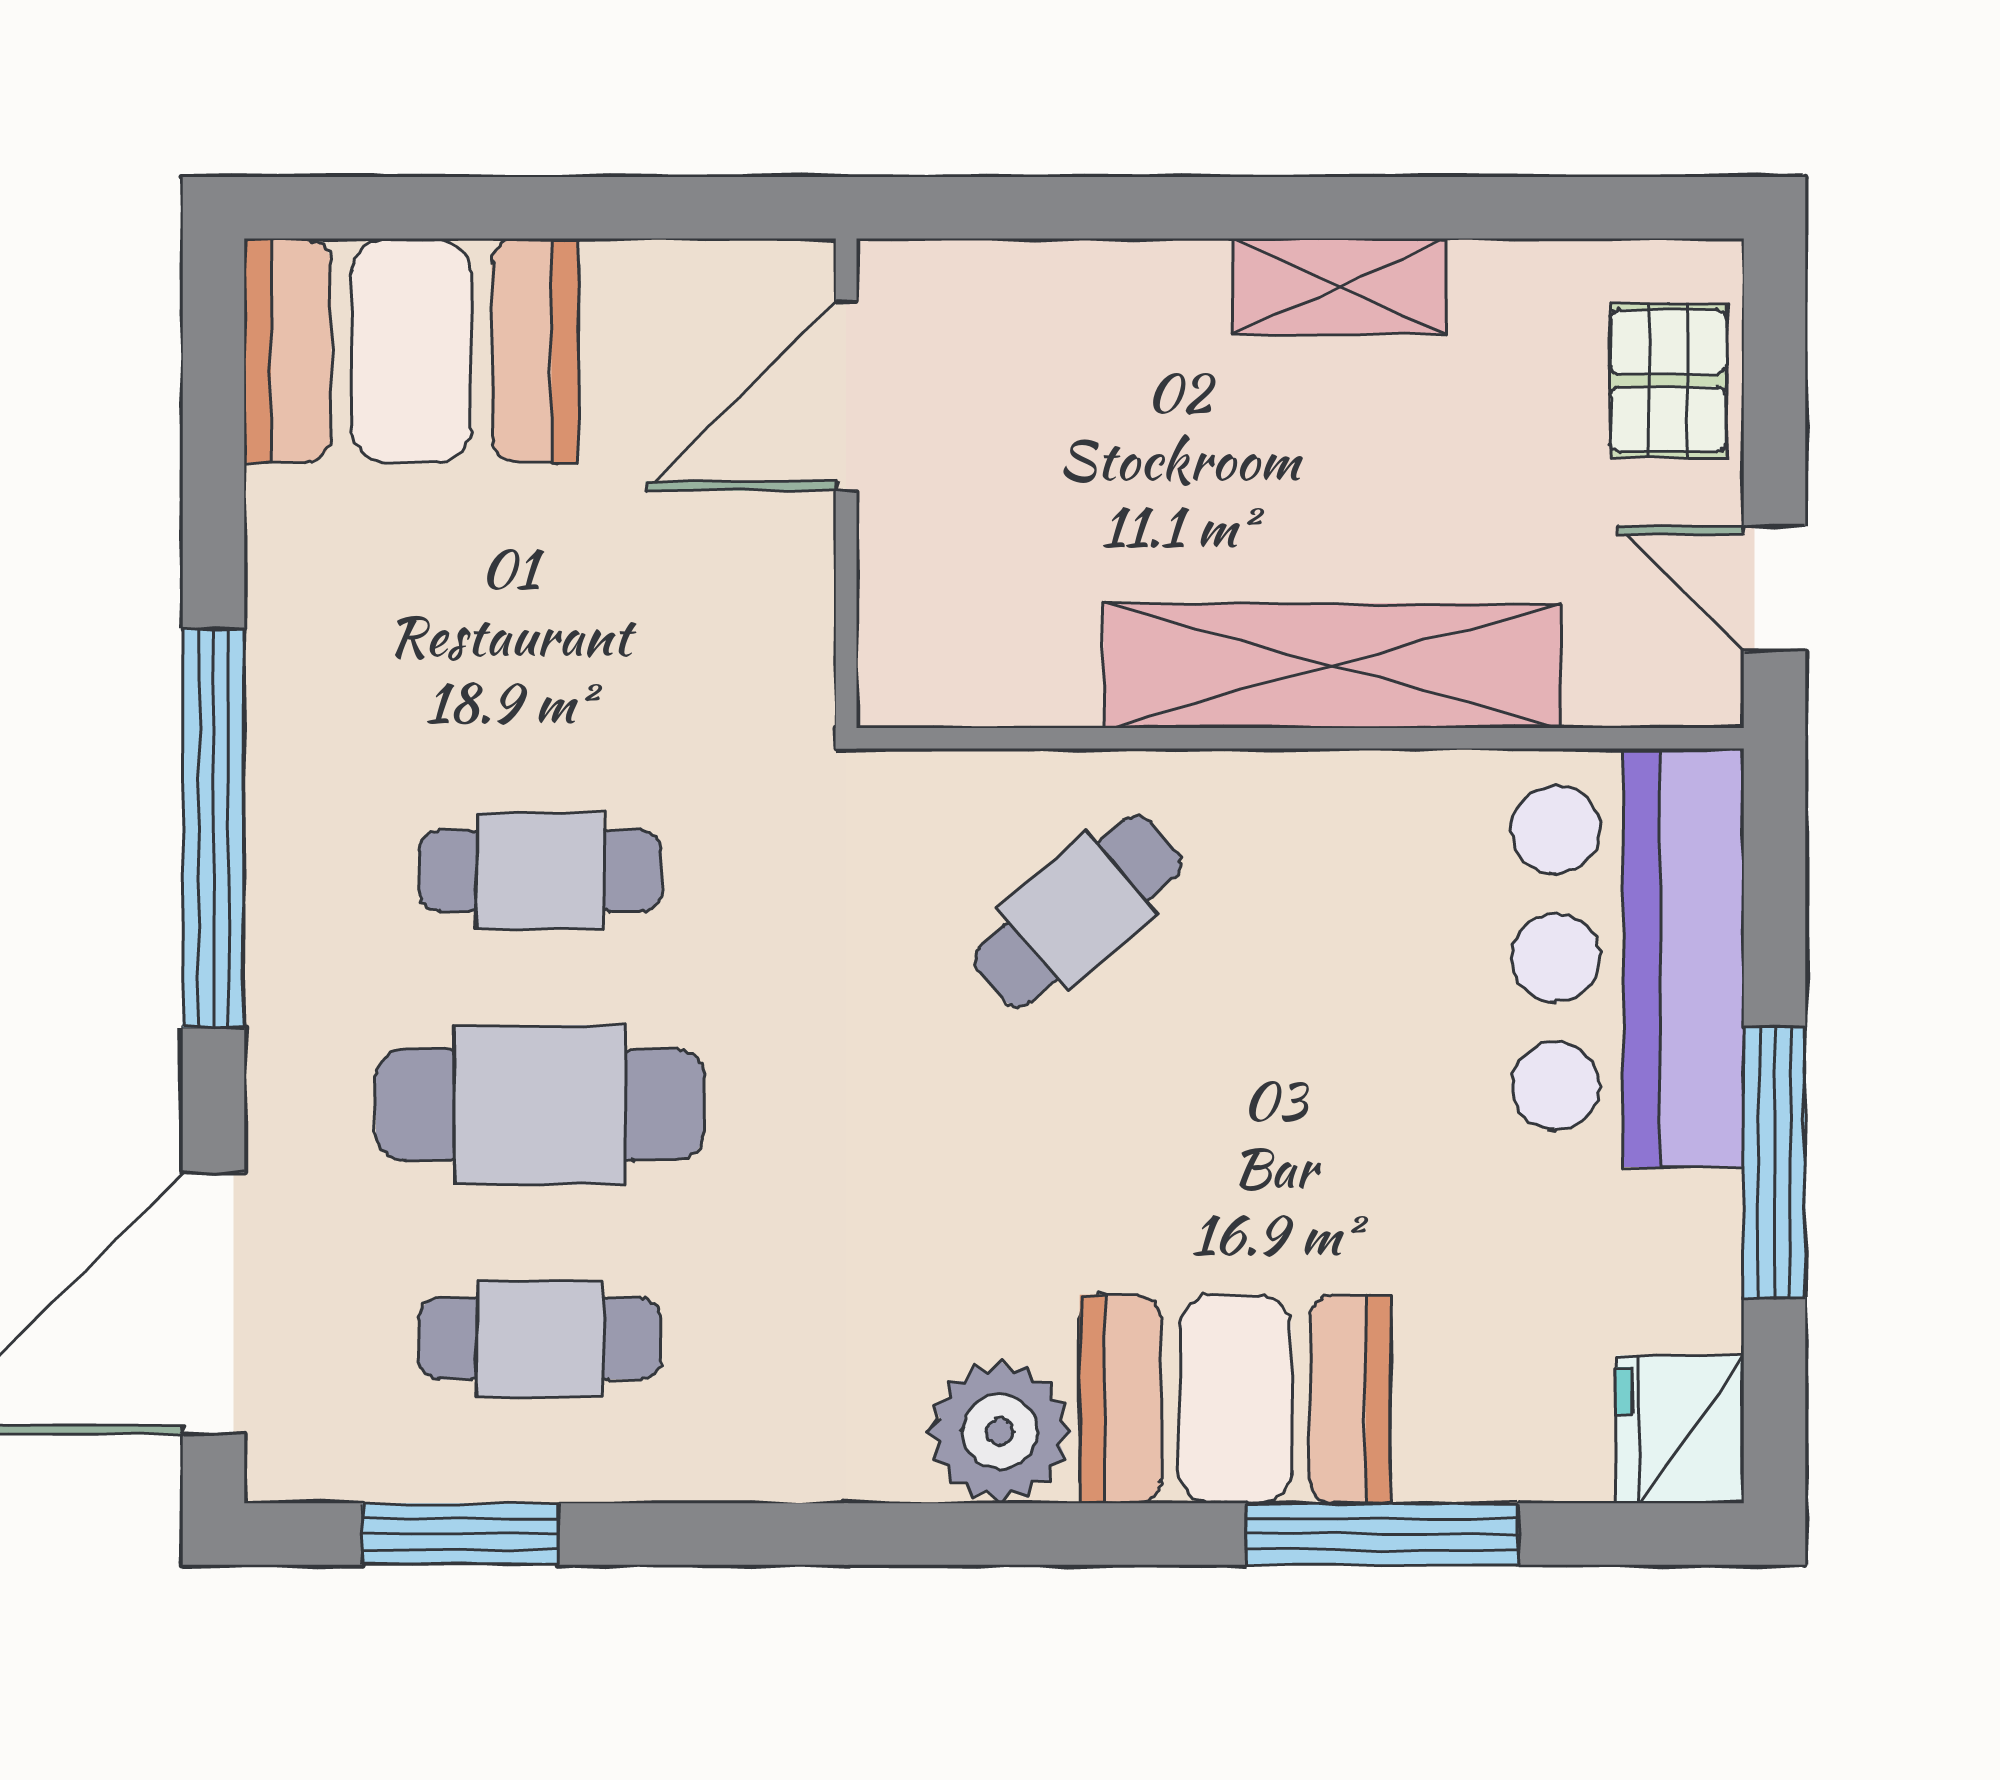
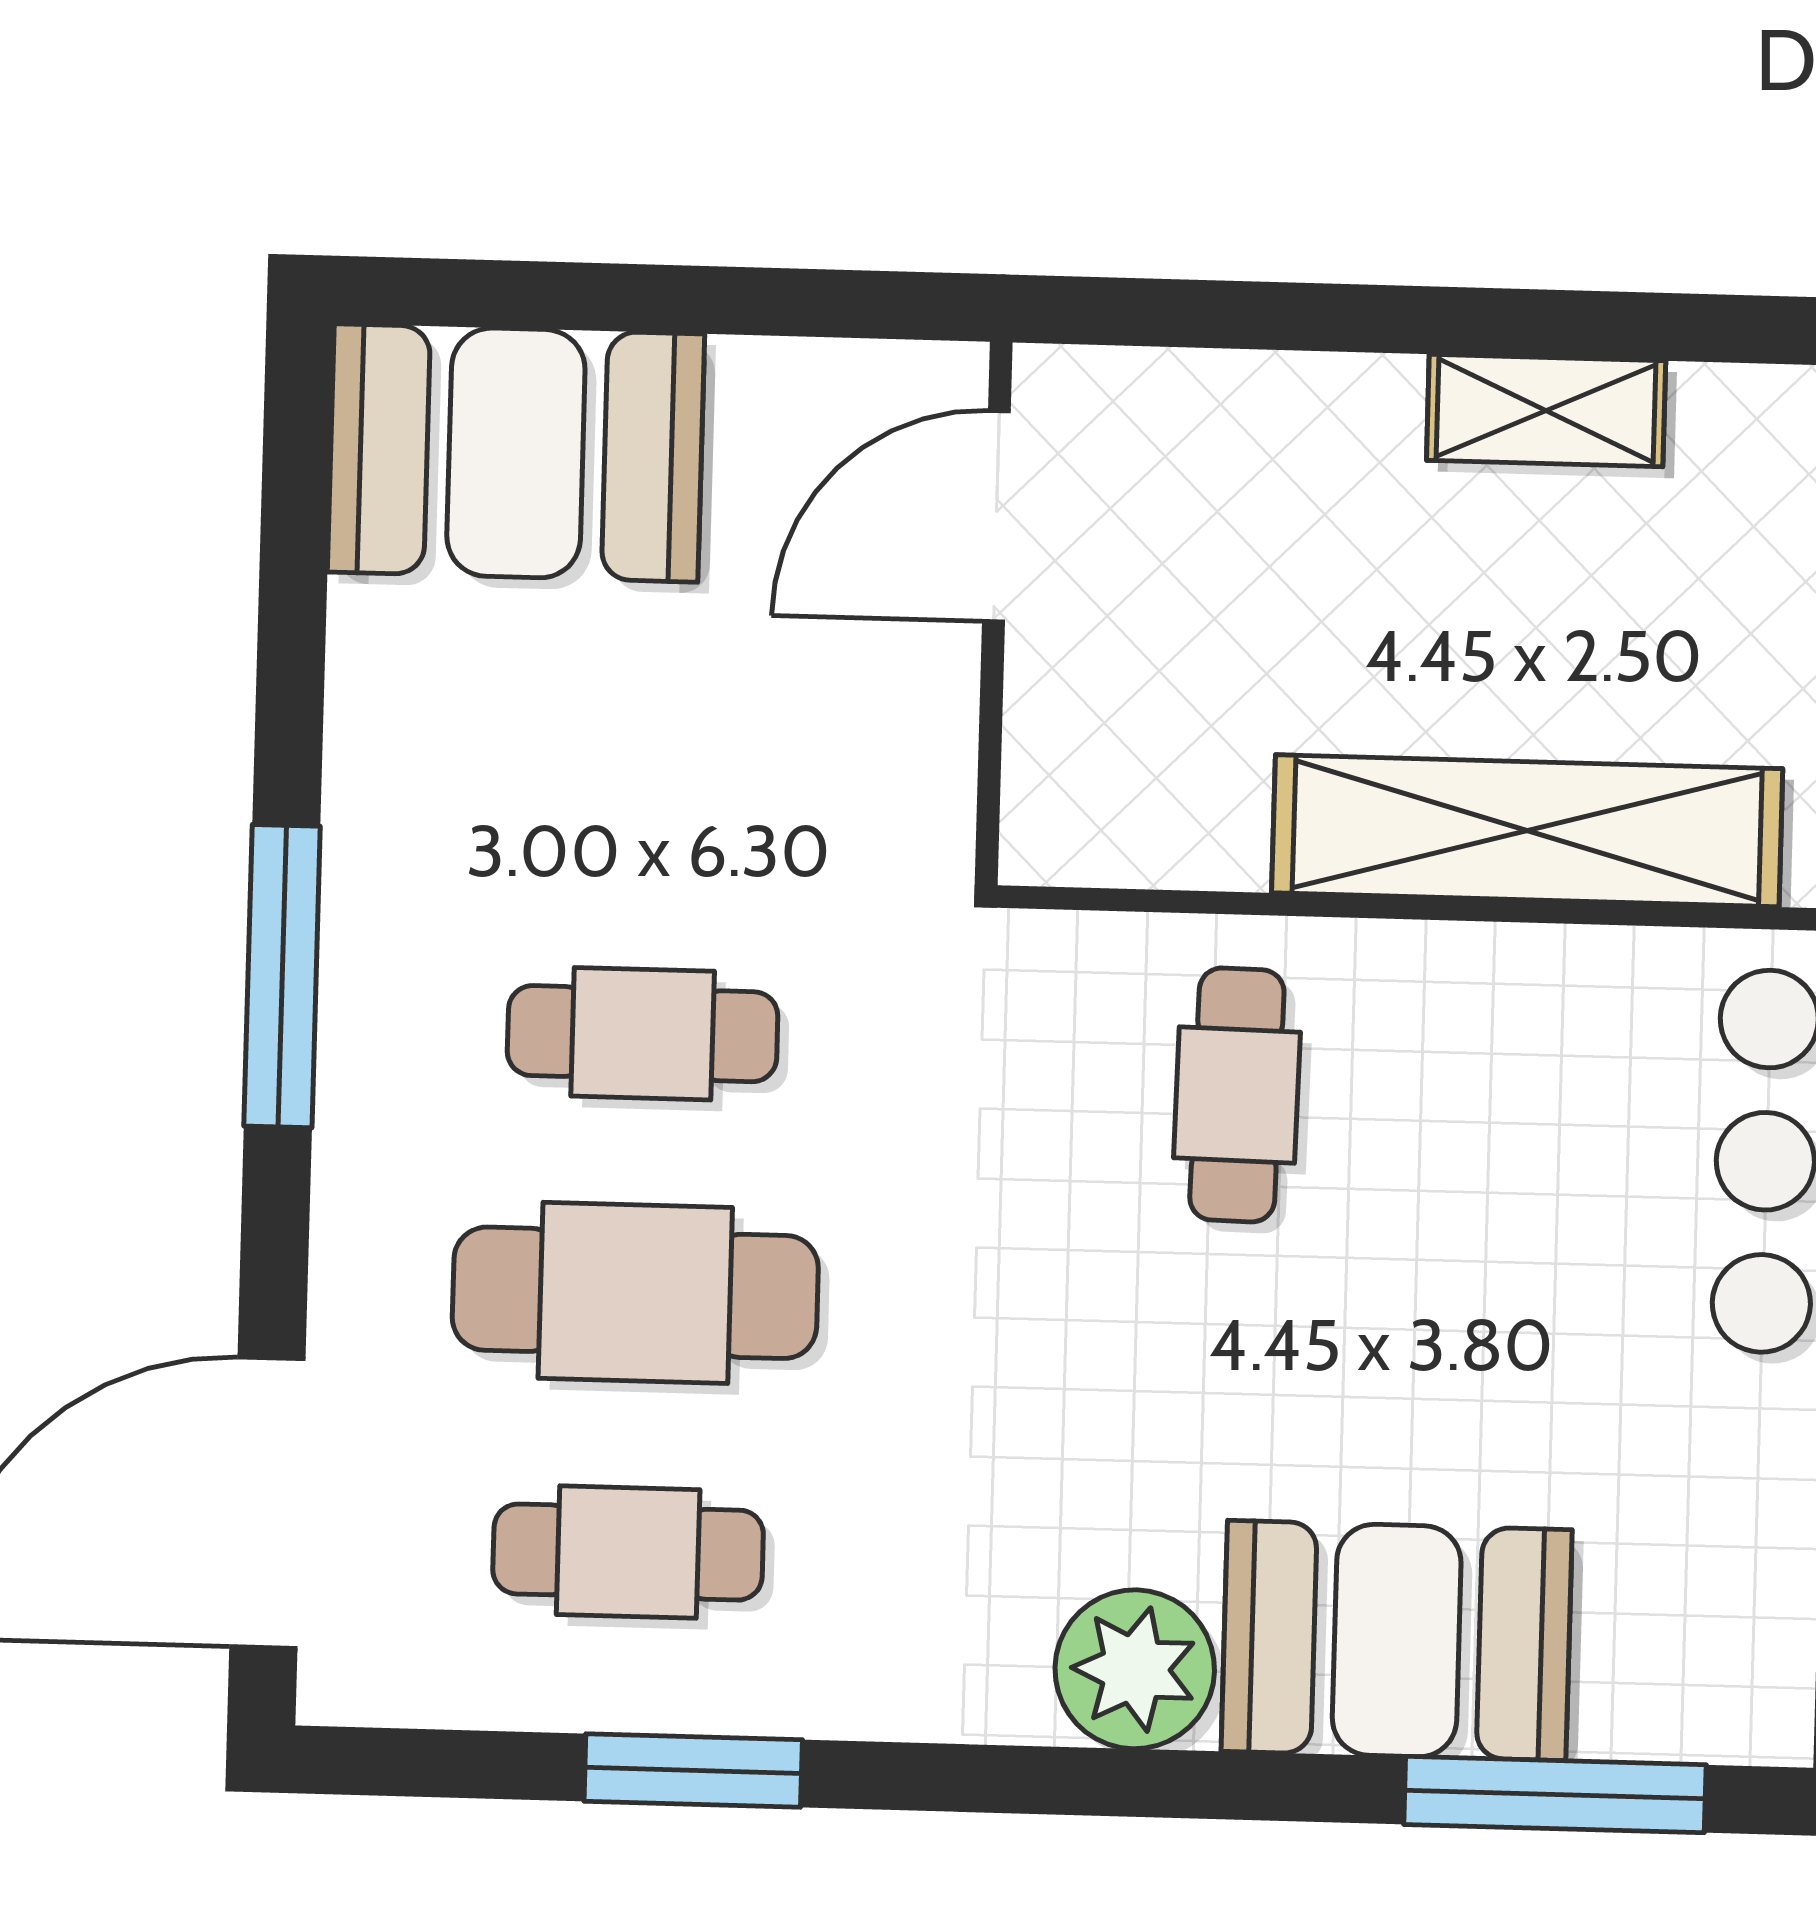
window: (214, 828) -> (282, 976), width x0.68
cafe table: (1078, 911) -> (1237, 1095), turned -48
window: (460, 1534) -> (693, 1771), moved

